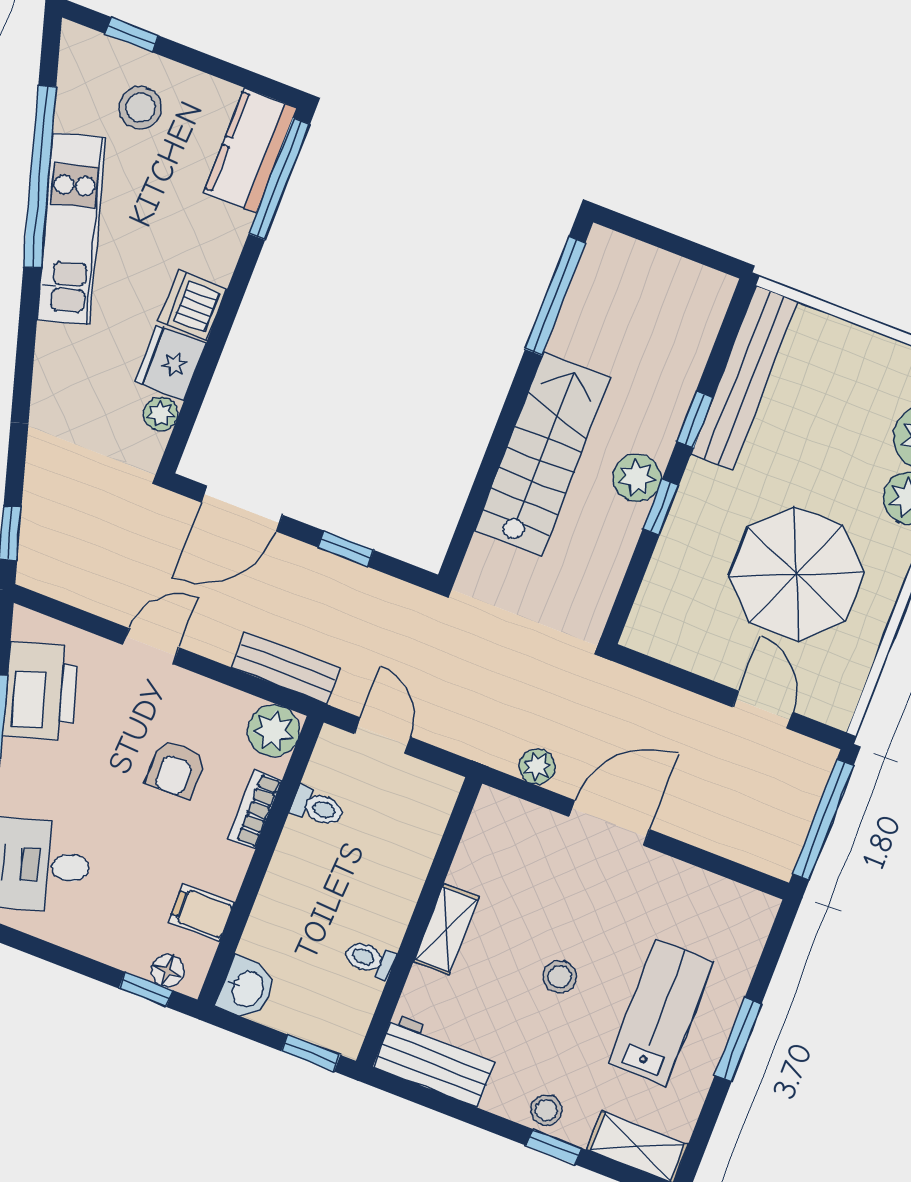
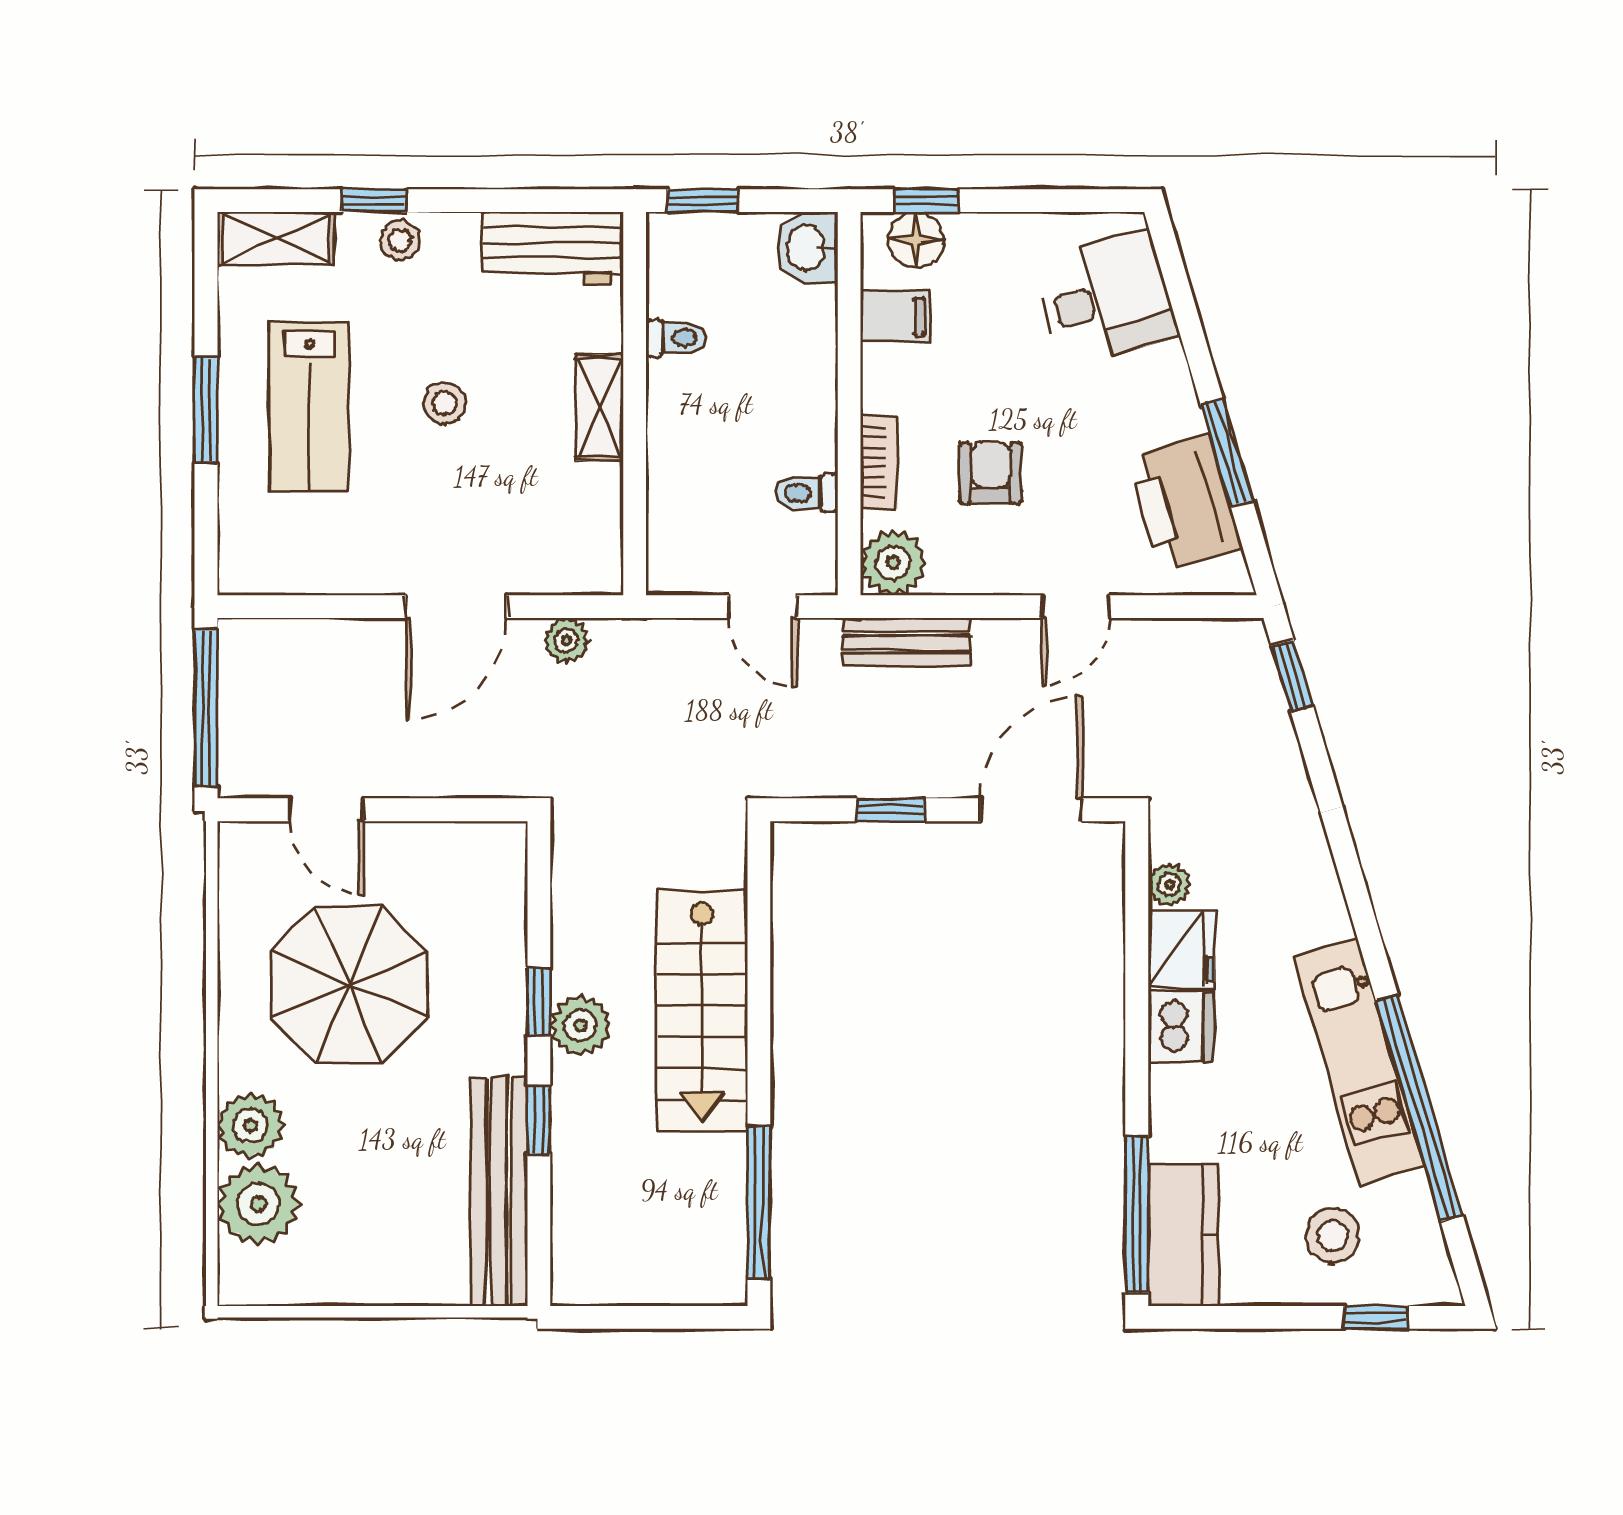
floor lamp: (168, 971) -> (916, 240), width x1.37, depth x1.37

